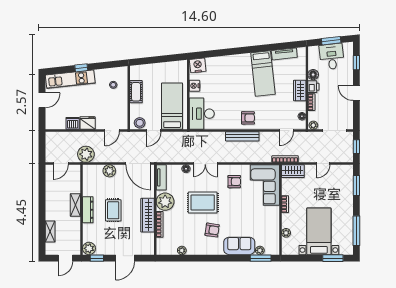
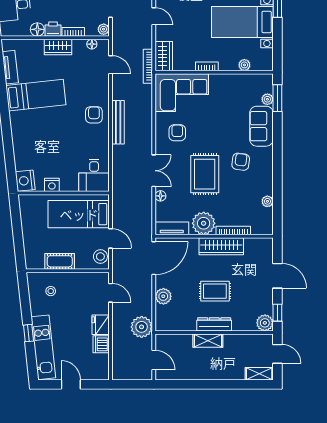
desk: (202, 114) -> (94, 175), width x0.73
shelving: (50, 231) -> (259, 374), moved

